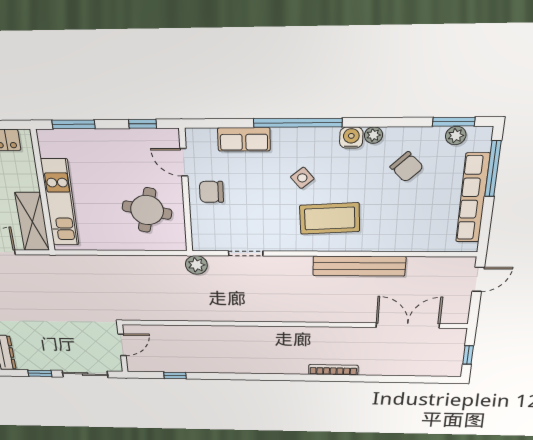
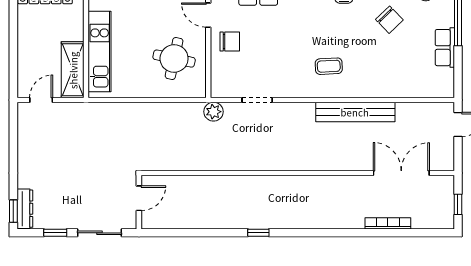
side table: (302, 178) -> (305, 29), removed
chair: (211, 192) -> (230, 42), turned 180
row of seats: (473, 198) -> (445, 48), width x0.50
coffee table: (330, 218) -> (329, 66), width x0.54, depth x0.58
bookcase: (333, 370) -> (388, 223), moved
window: (175, 375) -> (258, 233), moved

